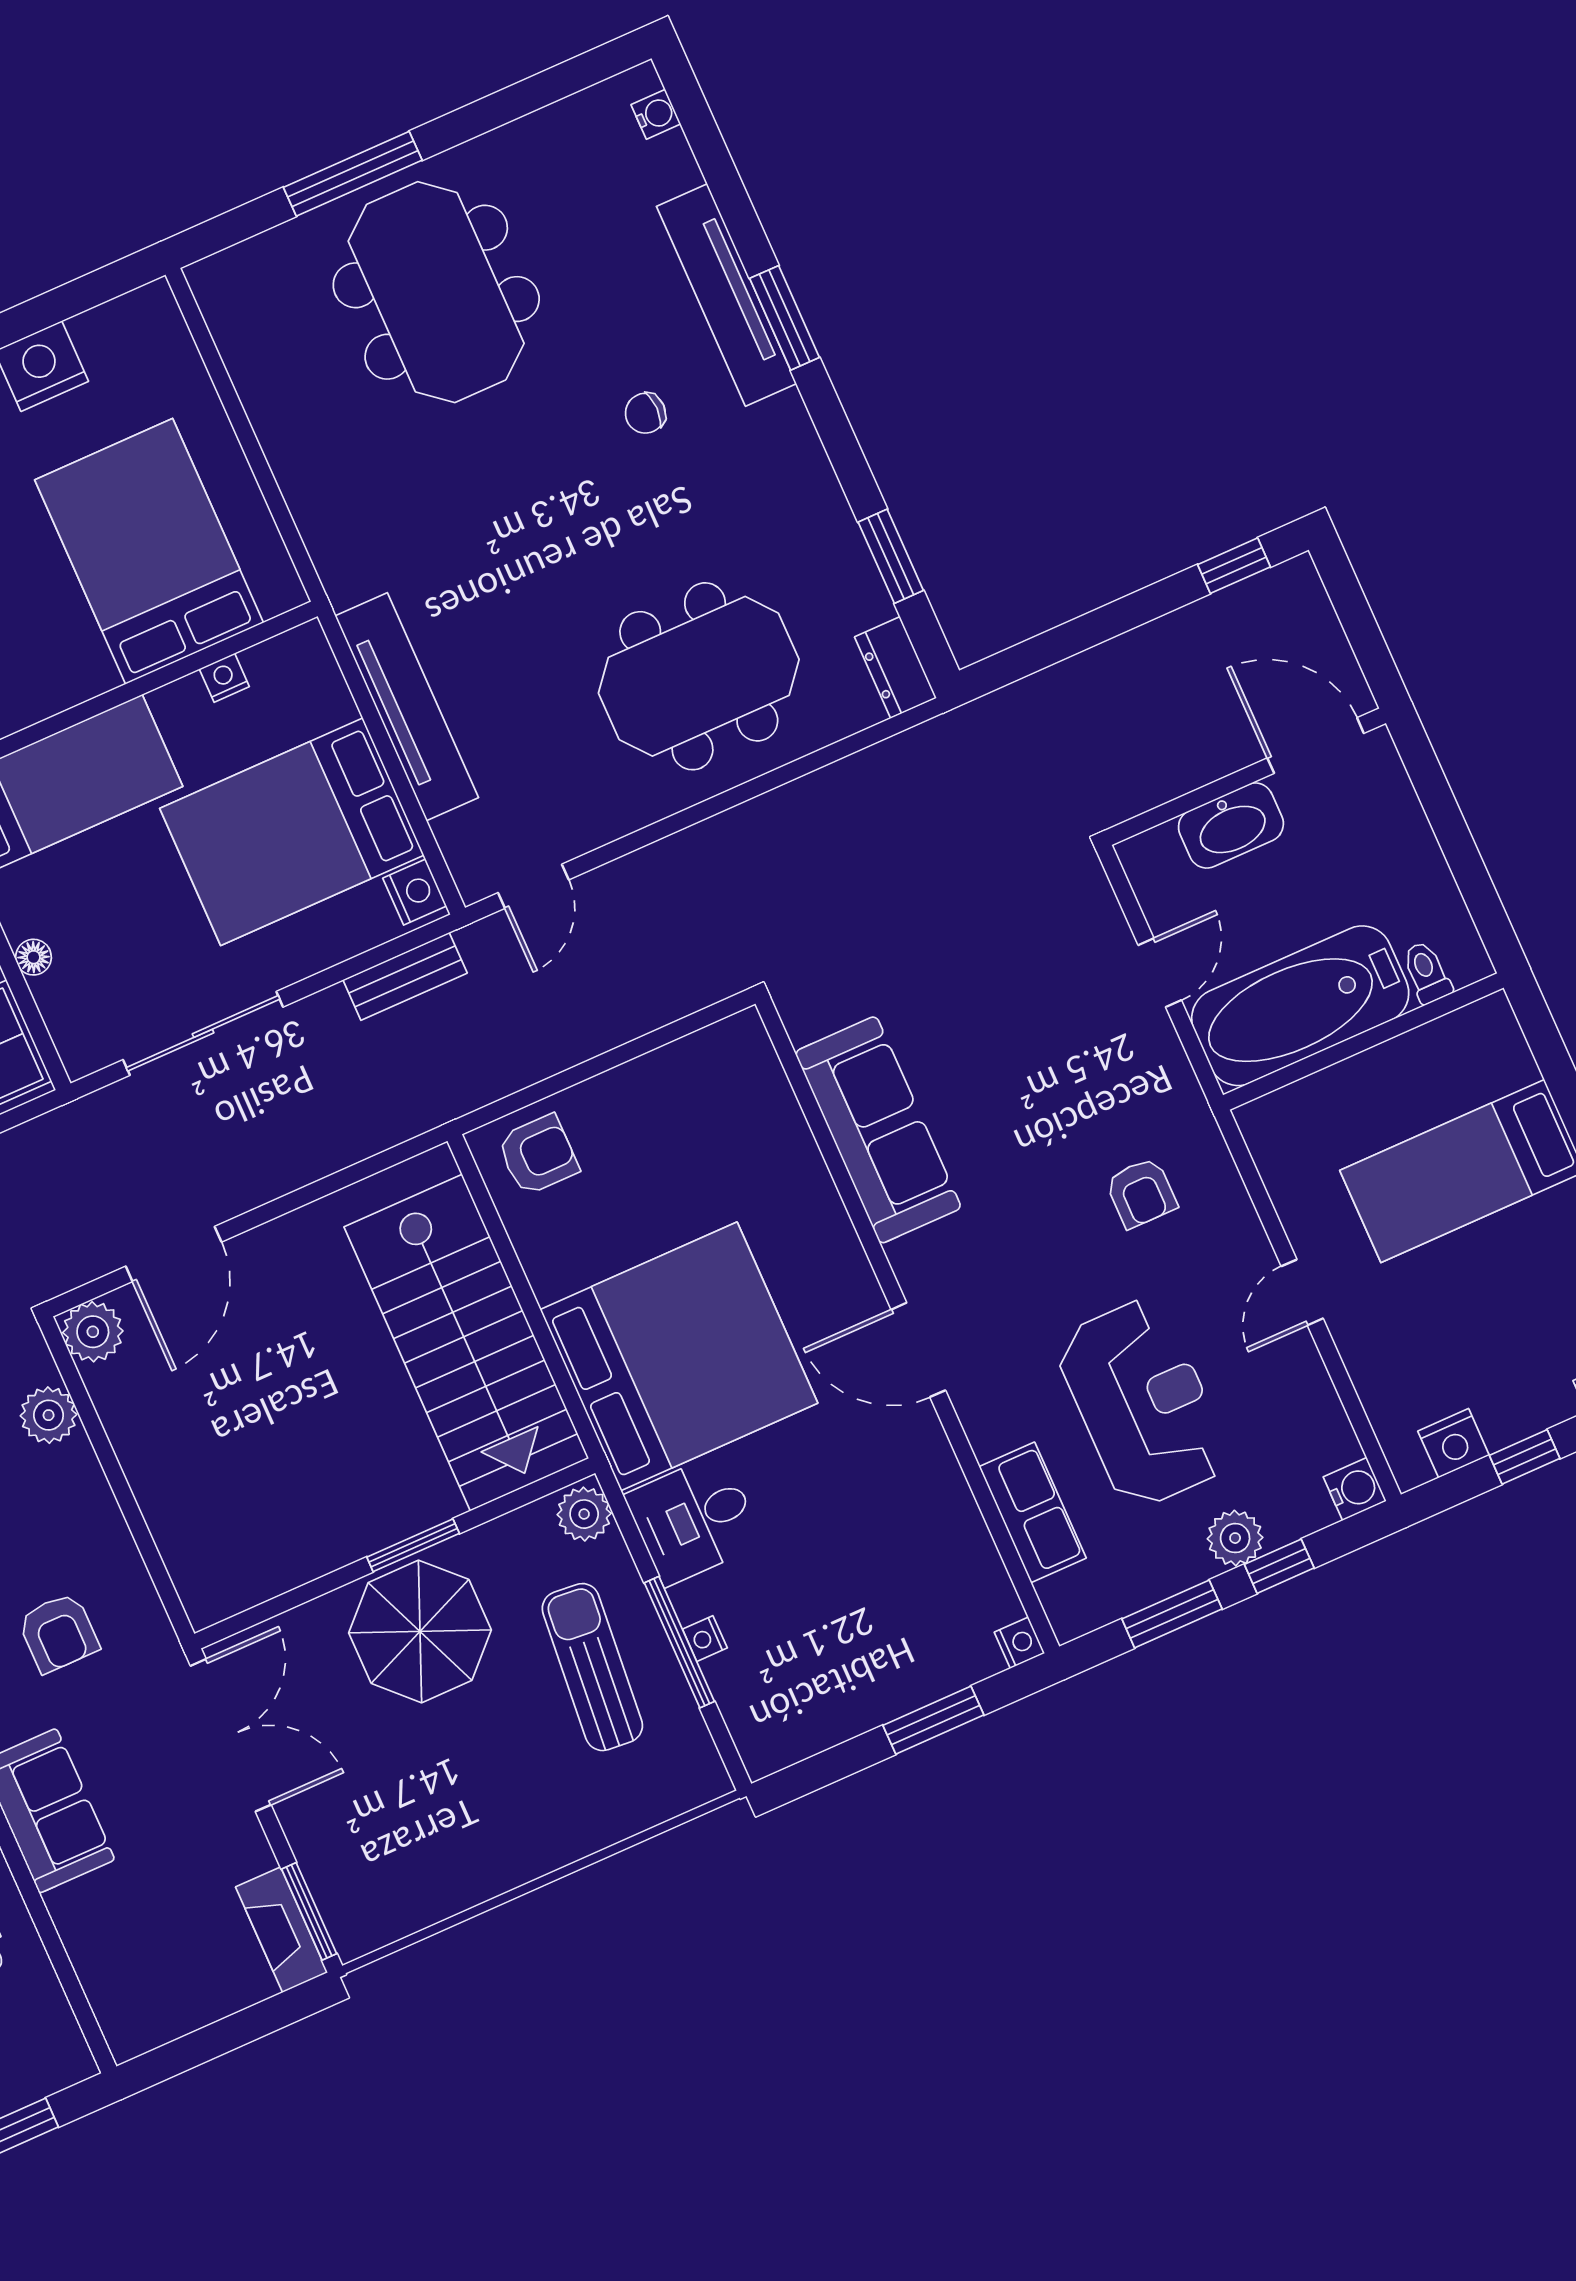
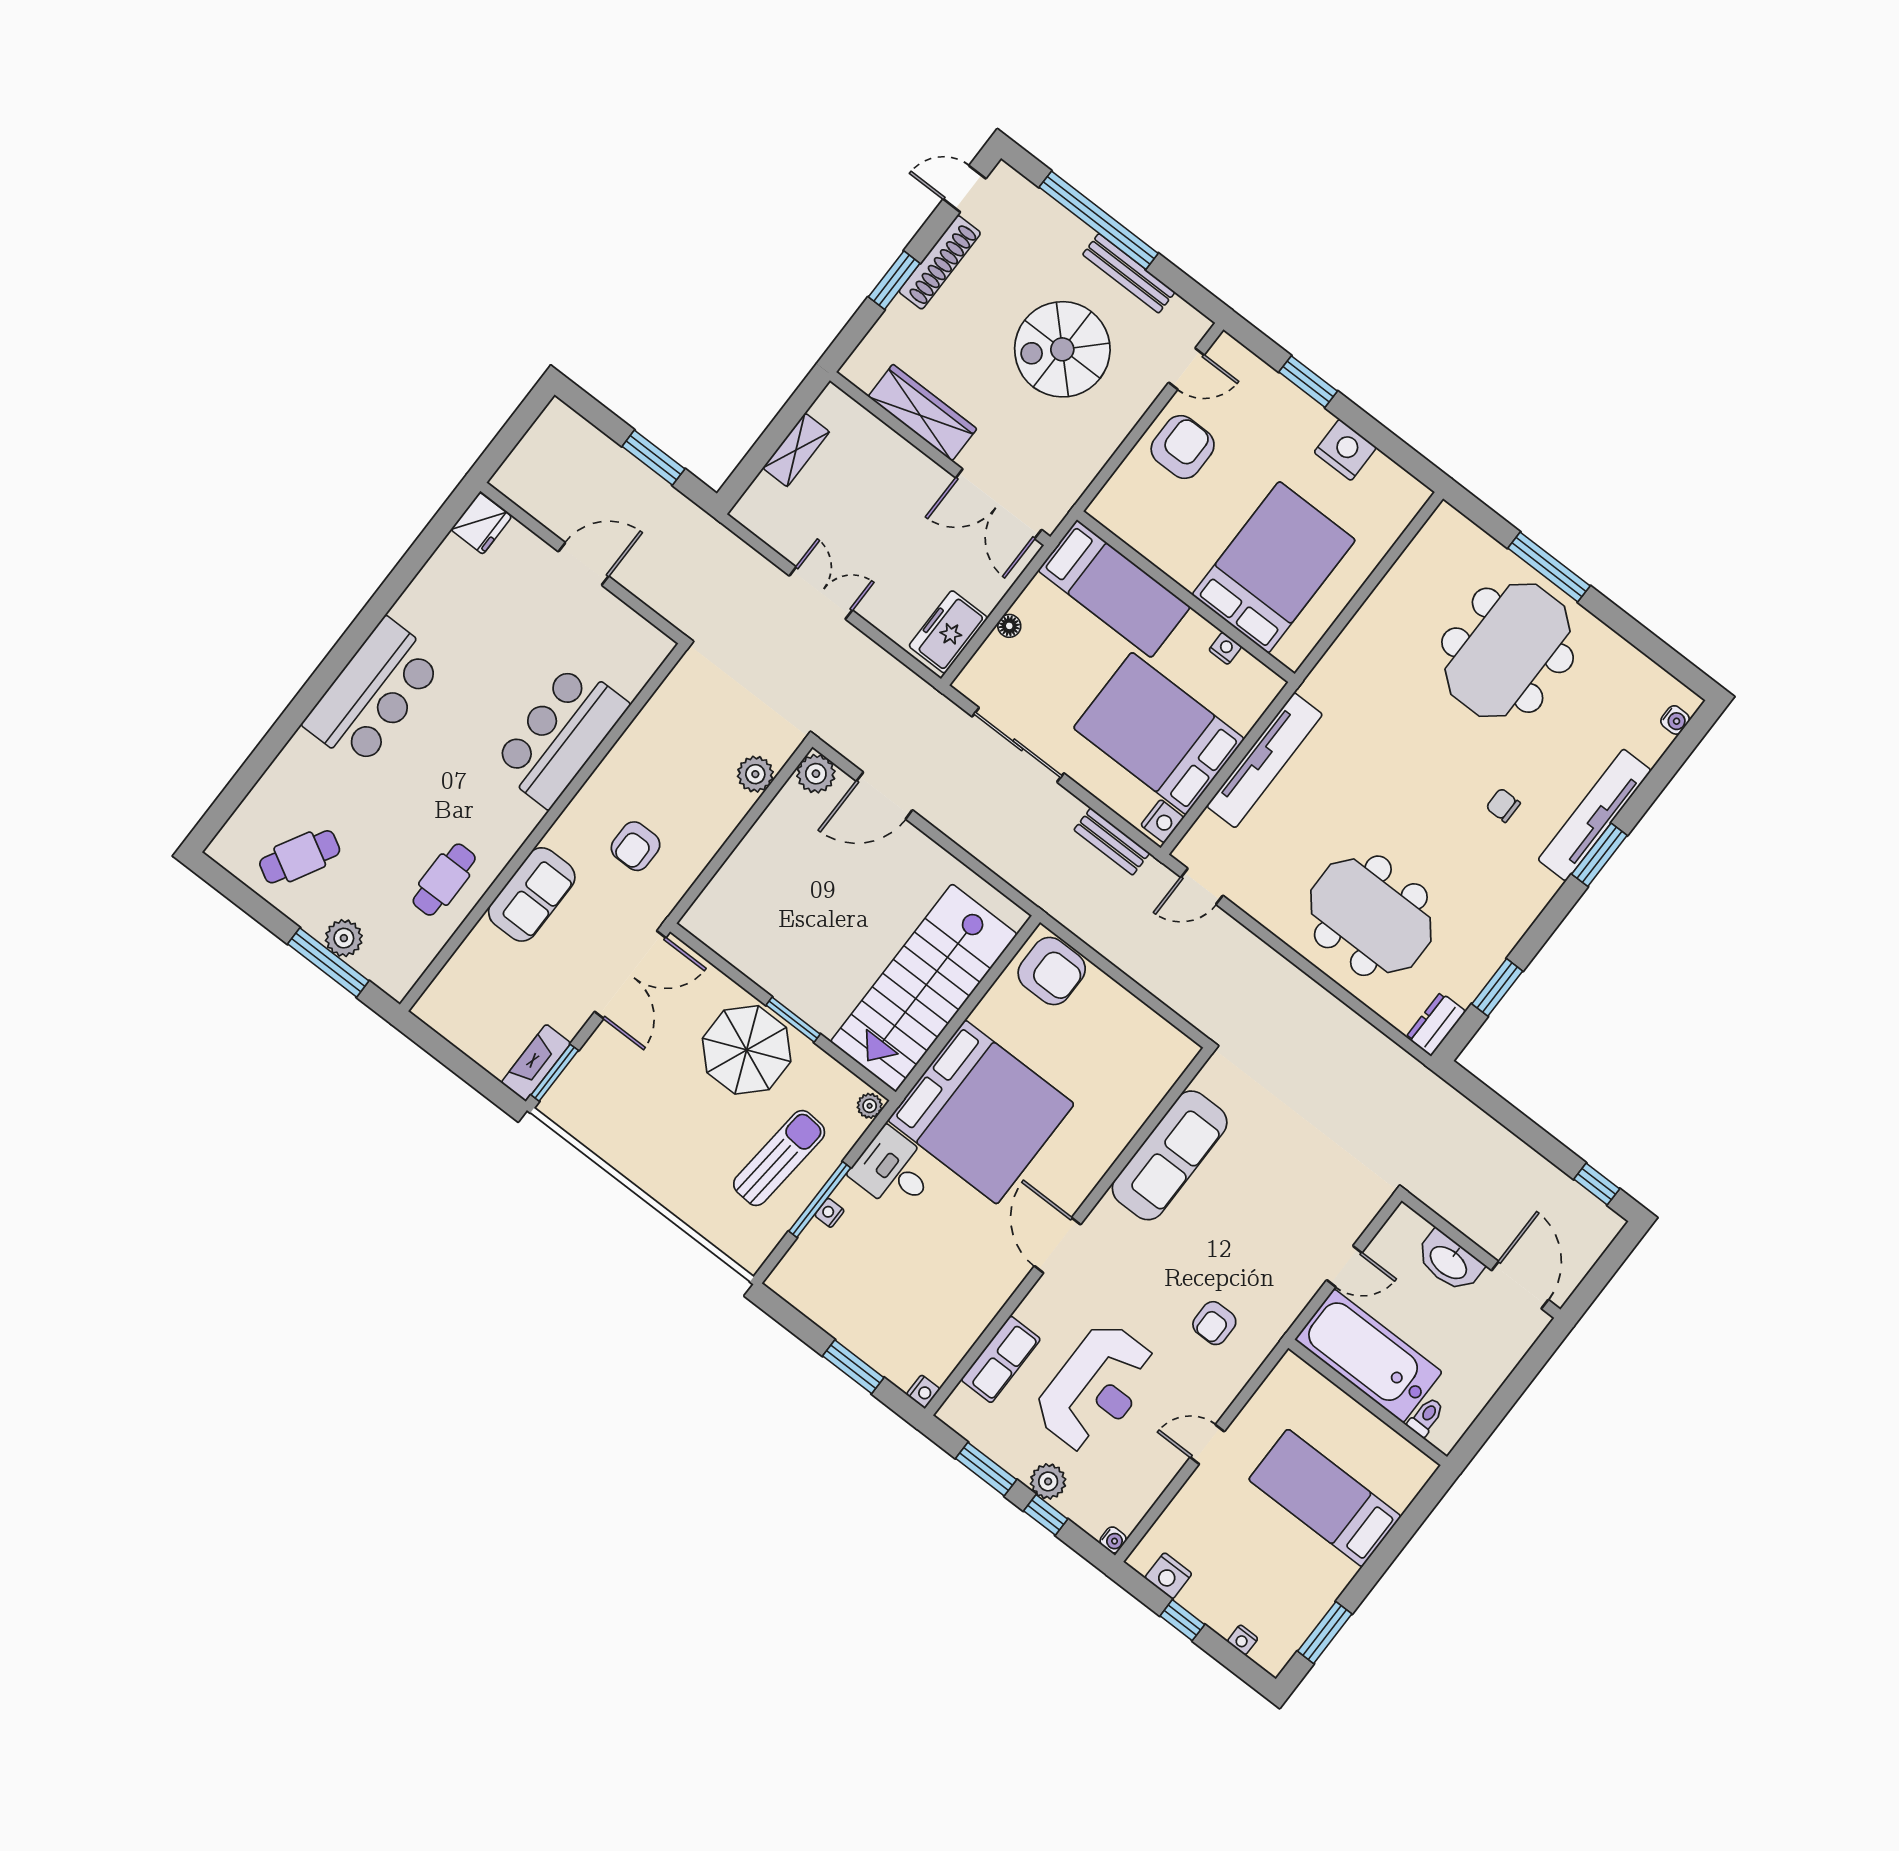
armchair: (538, 1155) -> (1052, 971), width x1.38, depth x1.38
water cooler: (1355, 1489) -> (1113, 1540), width x0.72, depth x0.72
plant: (584, 1514) -> (870, 1106), width x0.73, depth x0.73

